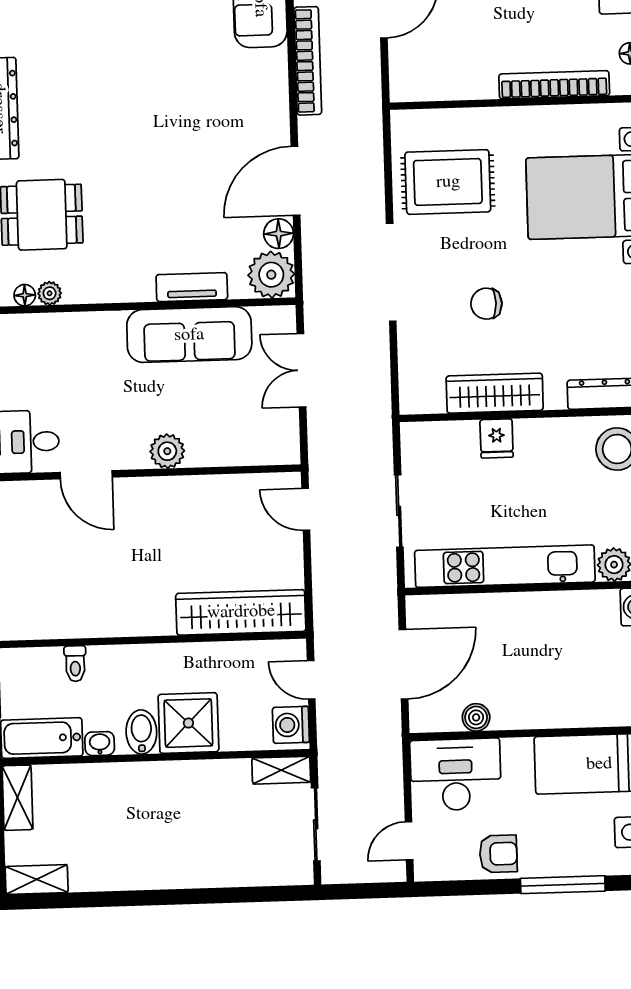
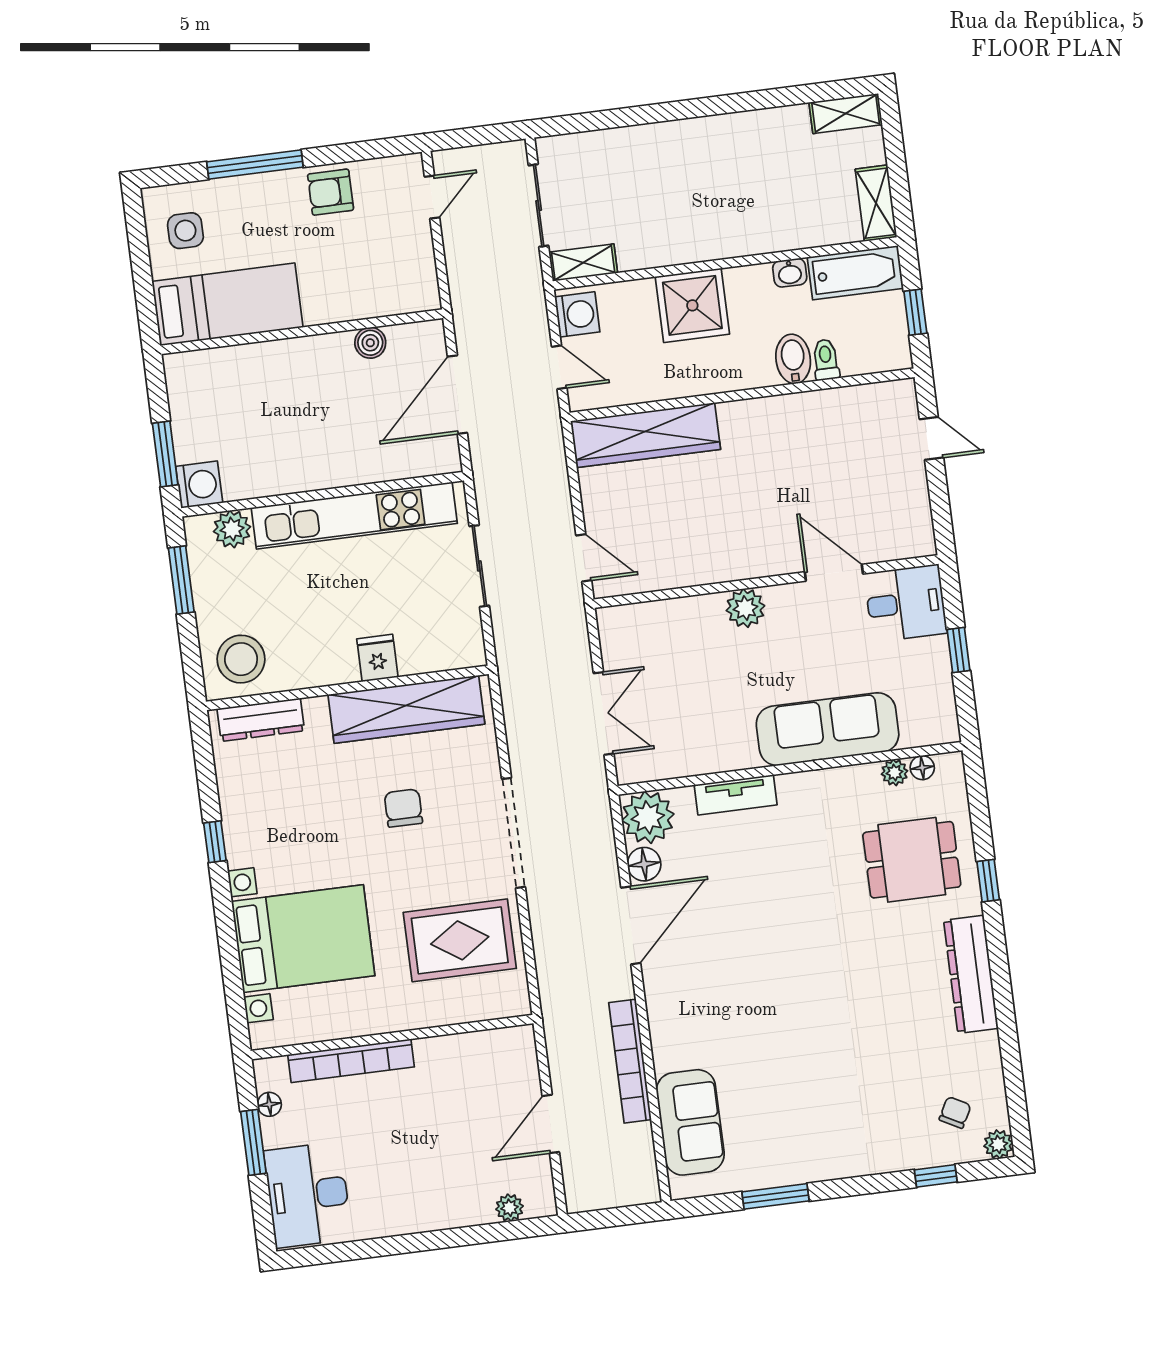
chair: (486, 304) -> (403, 808), turned -90
sofa: (189, 335) -> (828, 729), moved
wardrobe: (495, 393) -> (406, 709), width x1.40, depth x1.17
bidet: (141, 732) -> (793, 359), moved, turned 180
desk: (456, 775) -> (387, 276), removed

